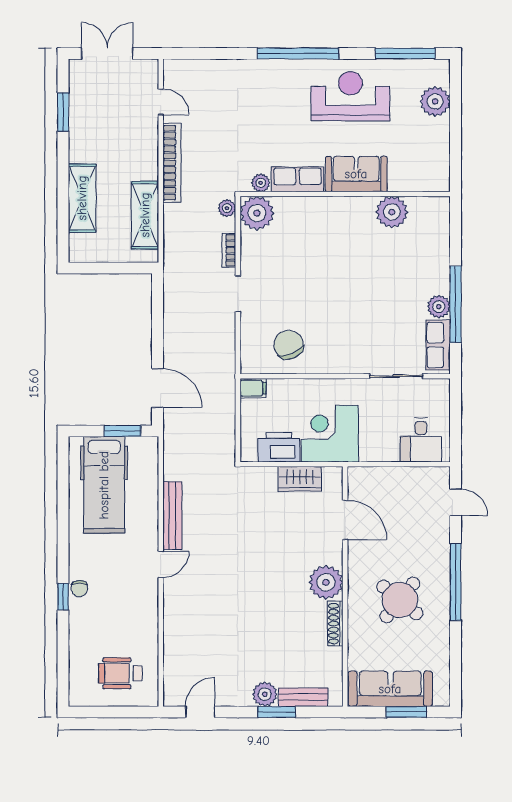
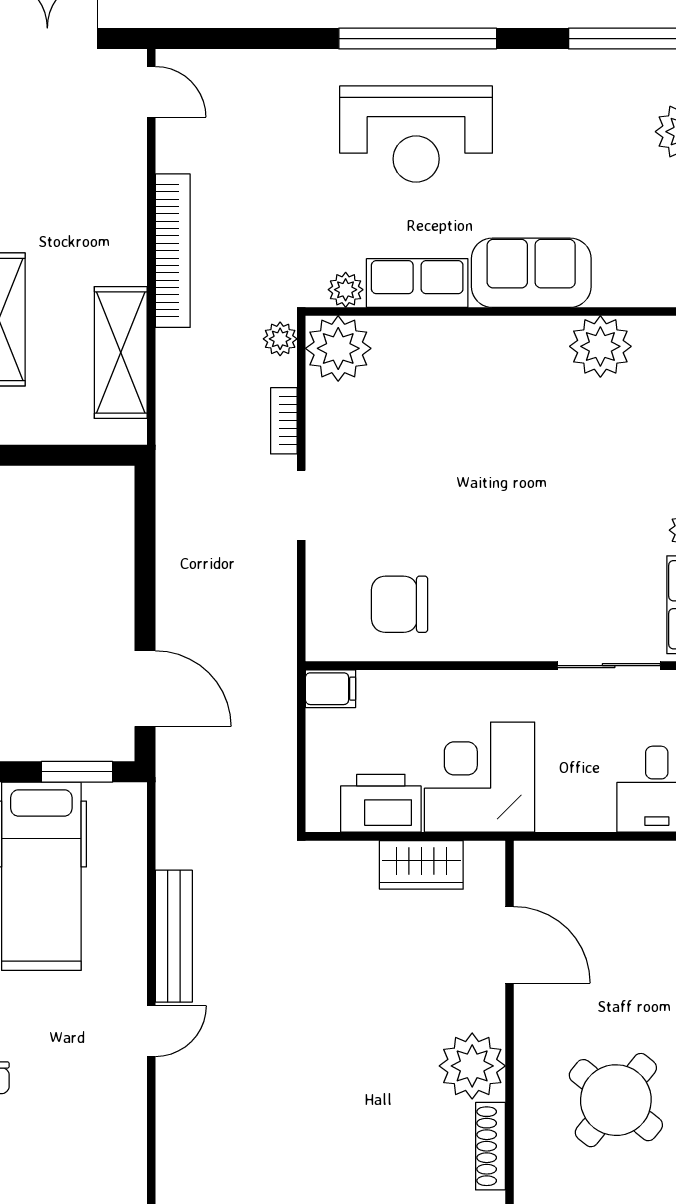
reception desk: (350, 96) -> (416, 134), moved, turned 180
door: (161, 102) -> (151, 92), moved
chair: (289, 345) -> (400, 604), turned -67

